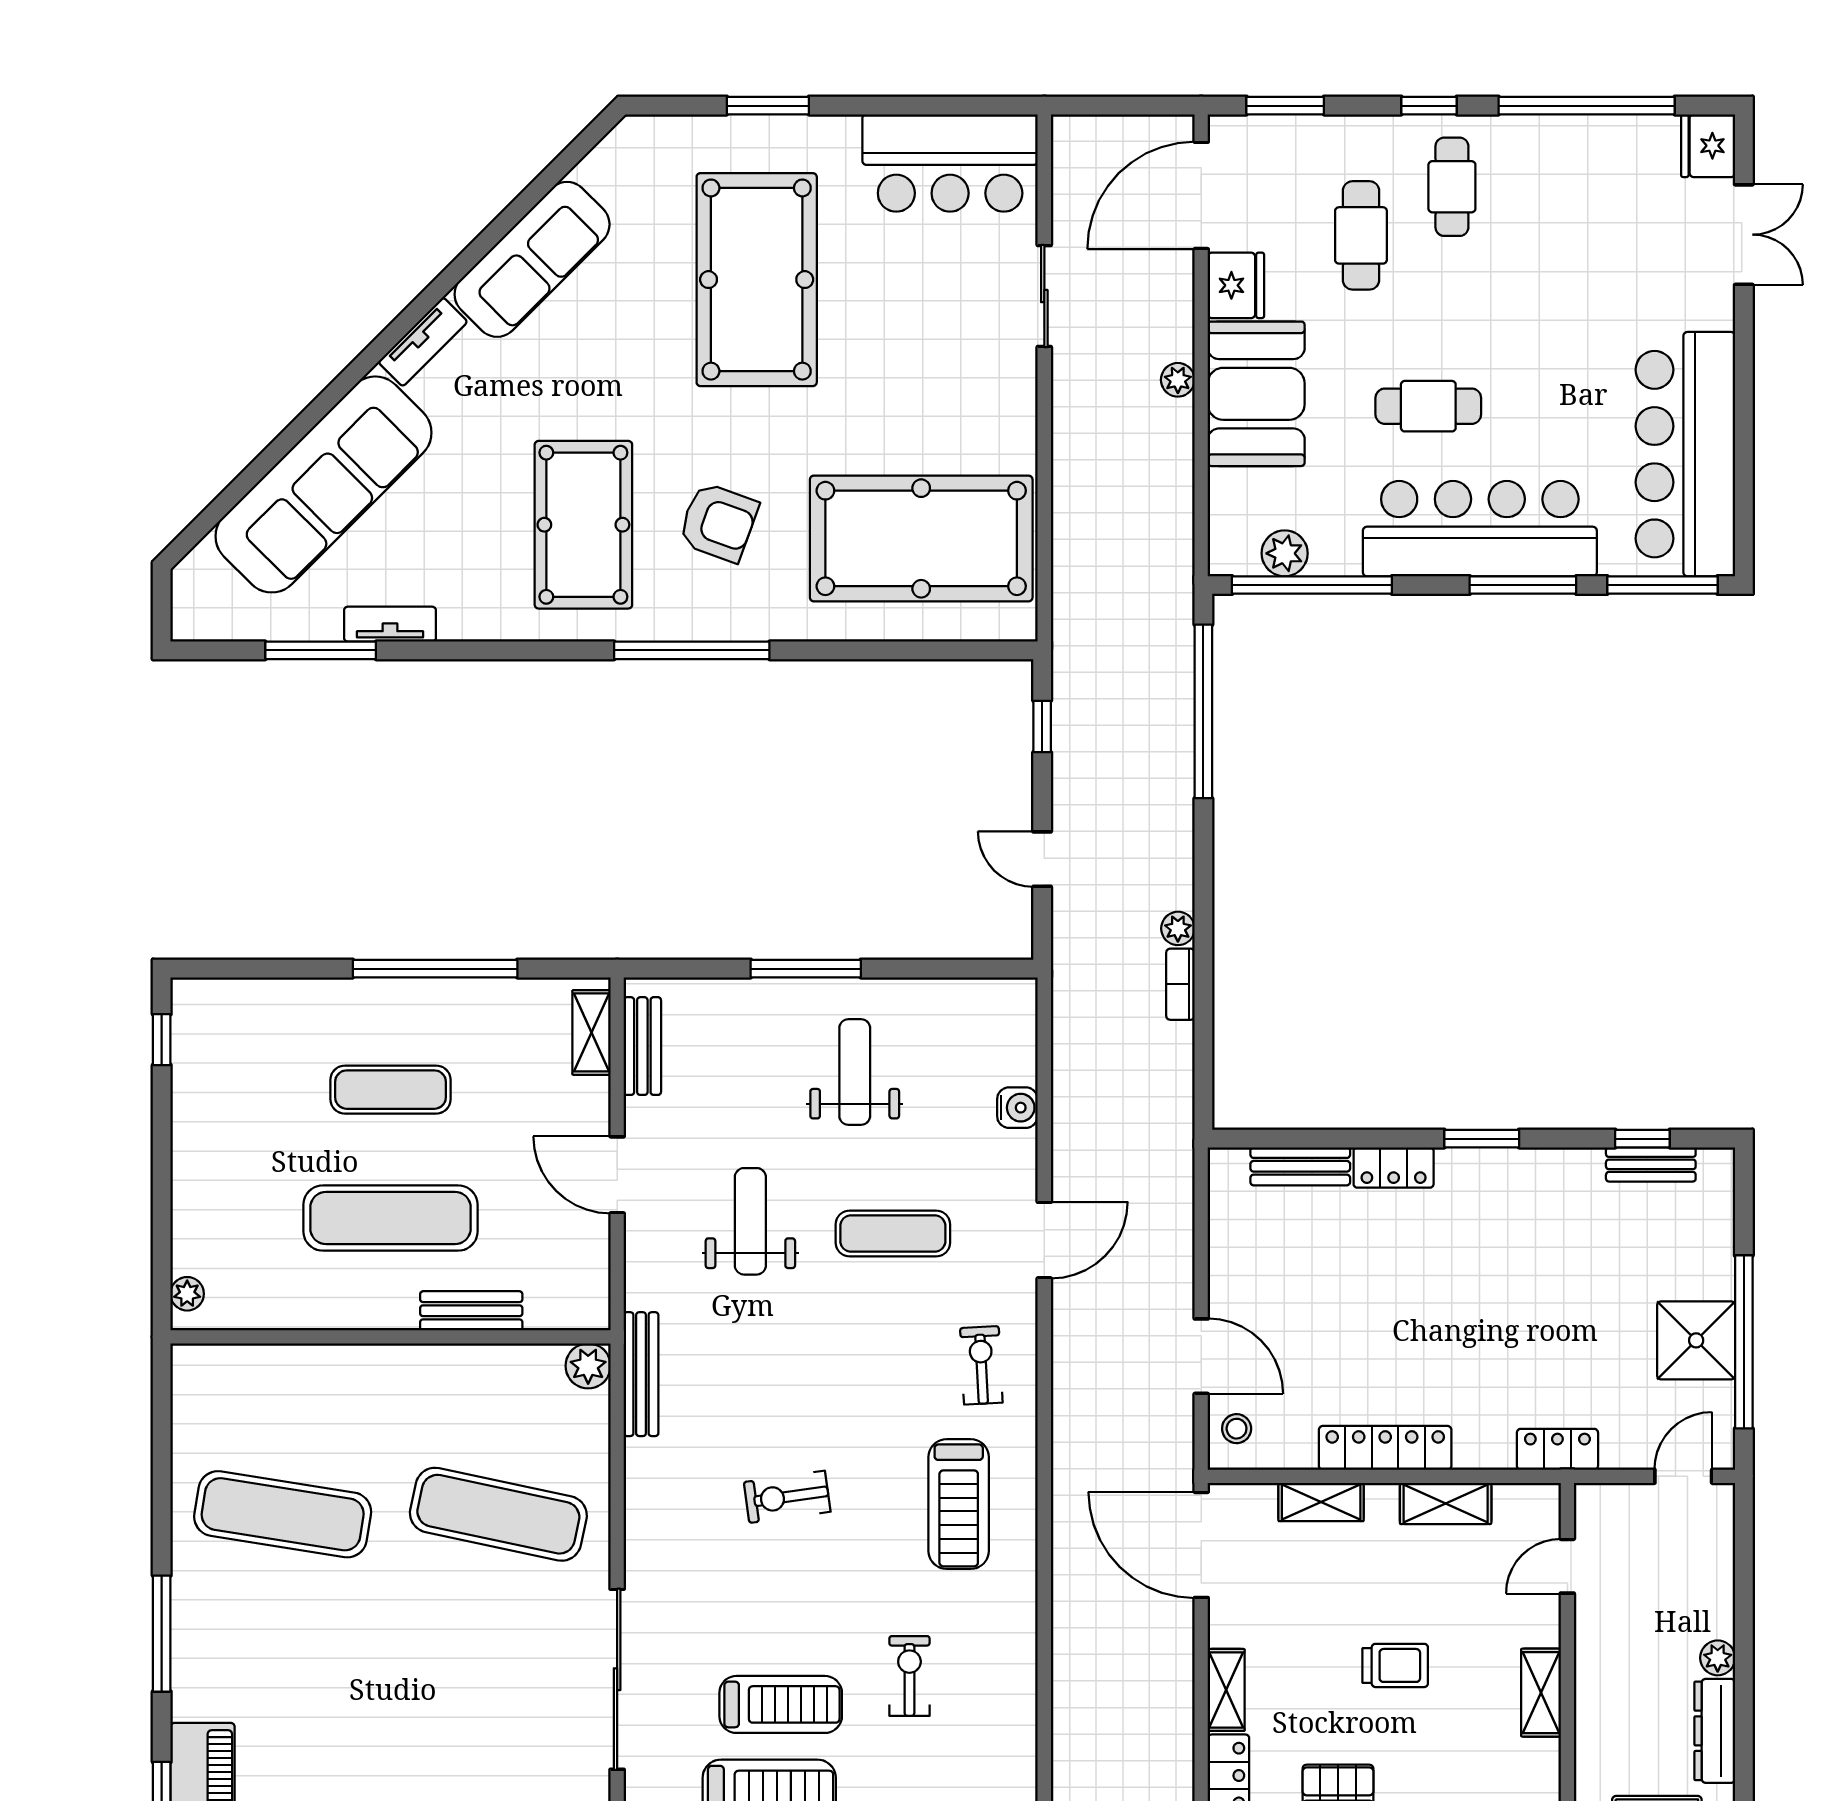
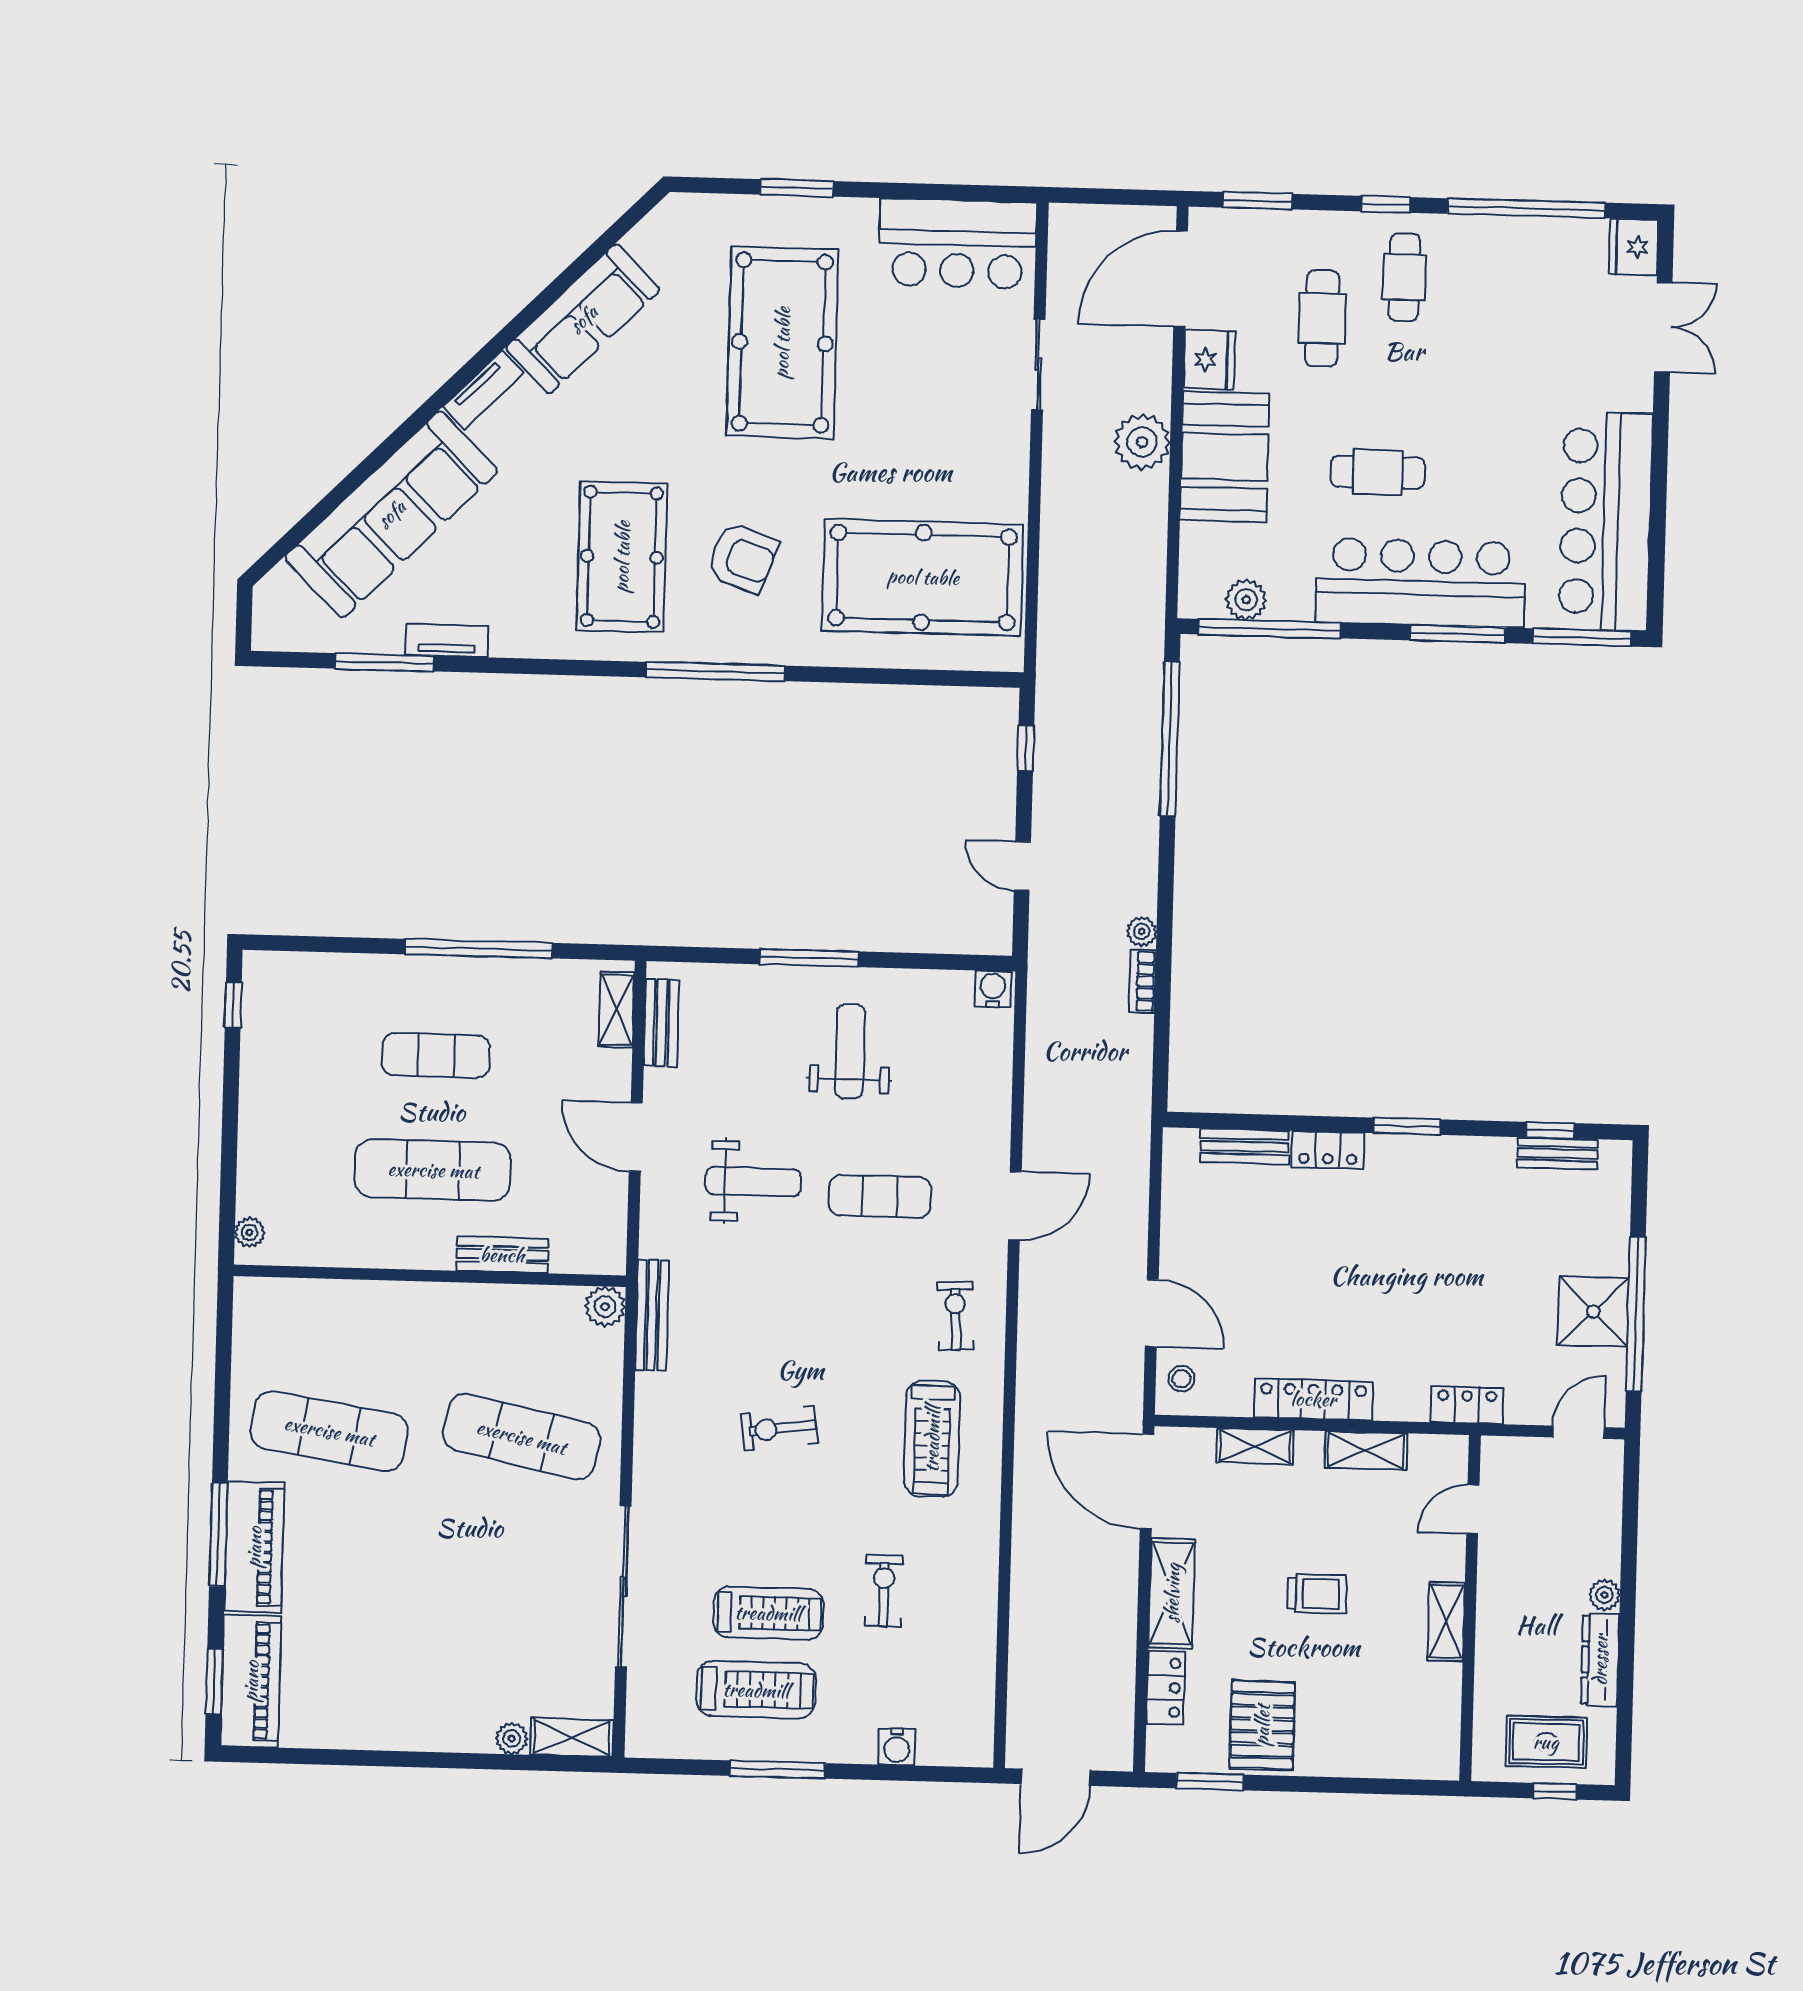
plant: (1178, 380) -> (1142, 442), width x1.88, depth x1.88
water cooler: (1017, 1108) -> (993, 989), moved, turned -90
weight bench: (750, 1221) -> (753, 1182), turned 90
piano: (202, 1646) -> (254, 1547), added
shelving: (1226, 1690) -> (1172, 1593), width x1.50, depth x1.33

